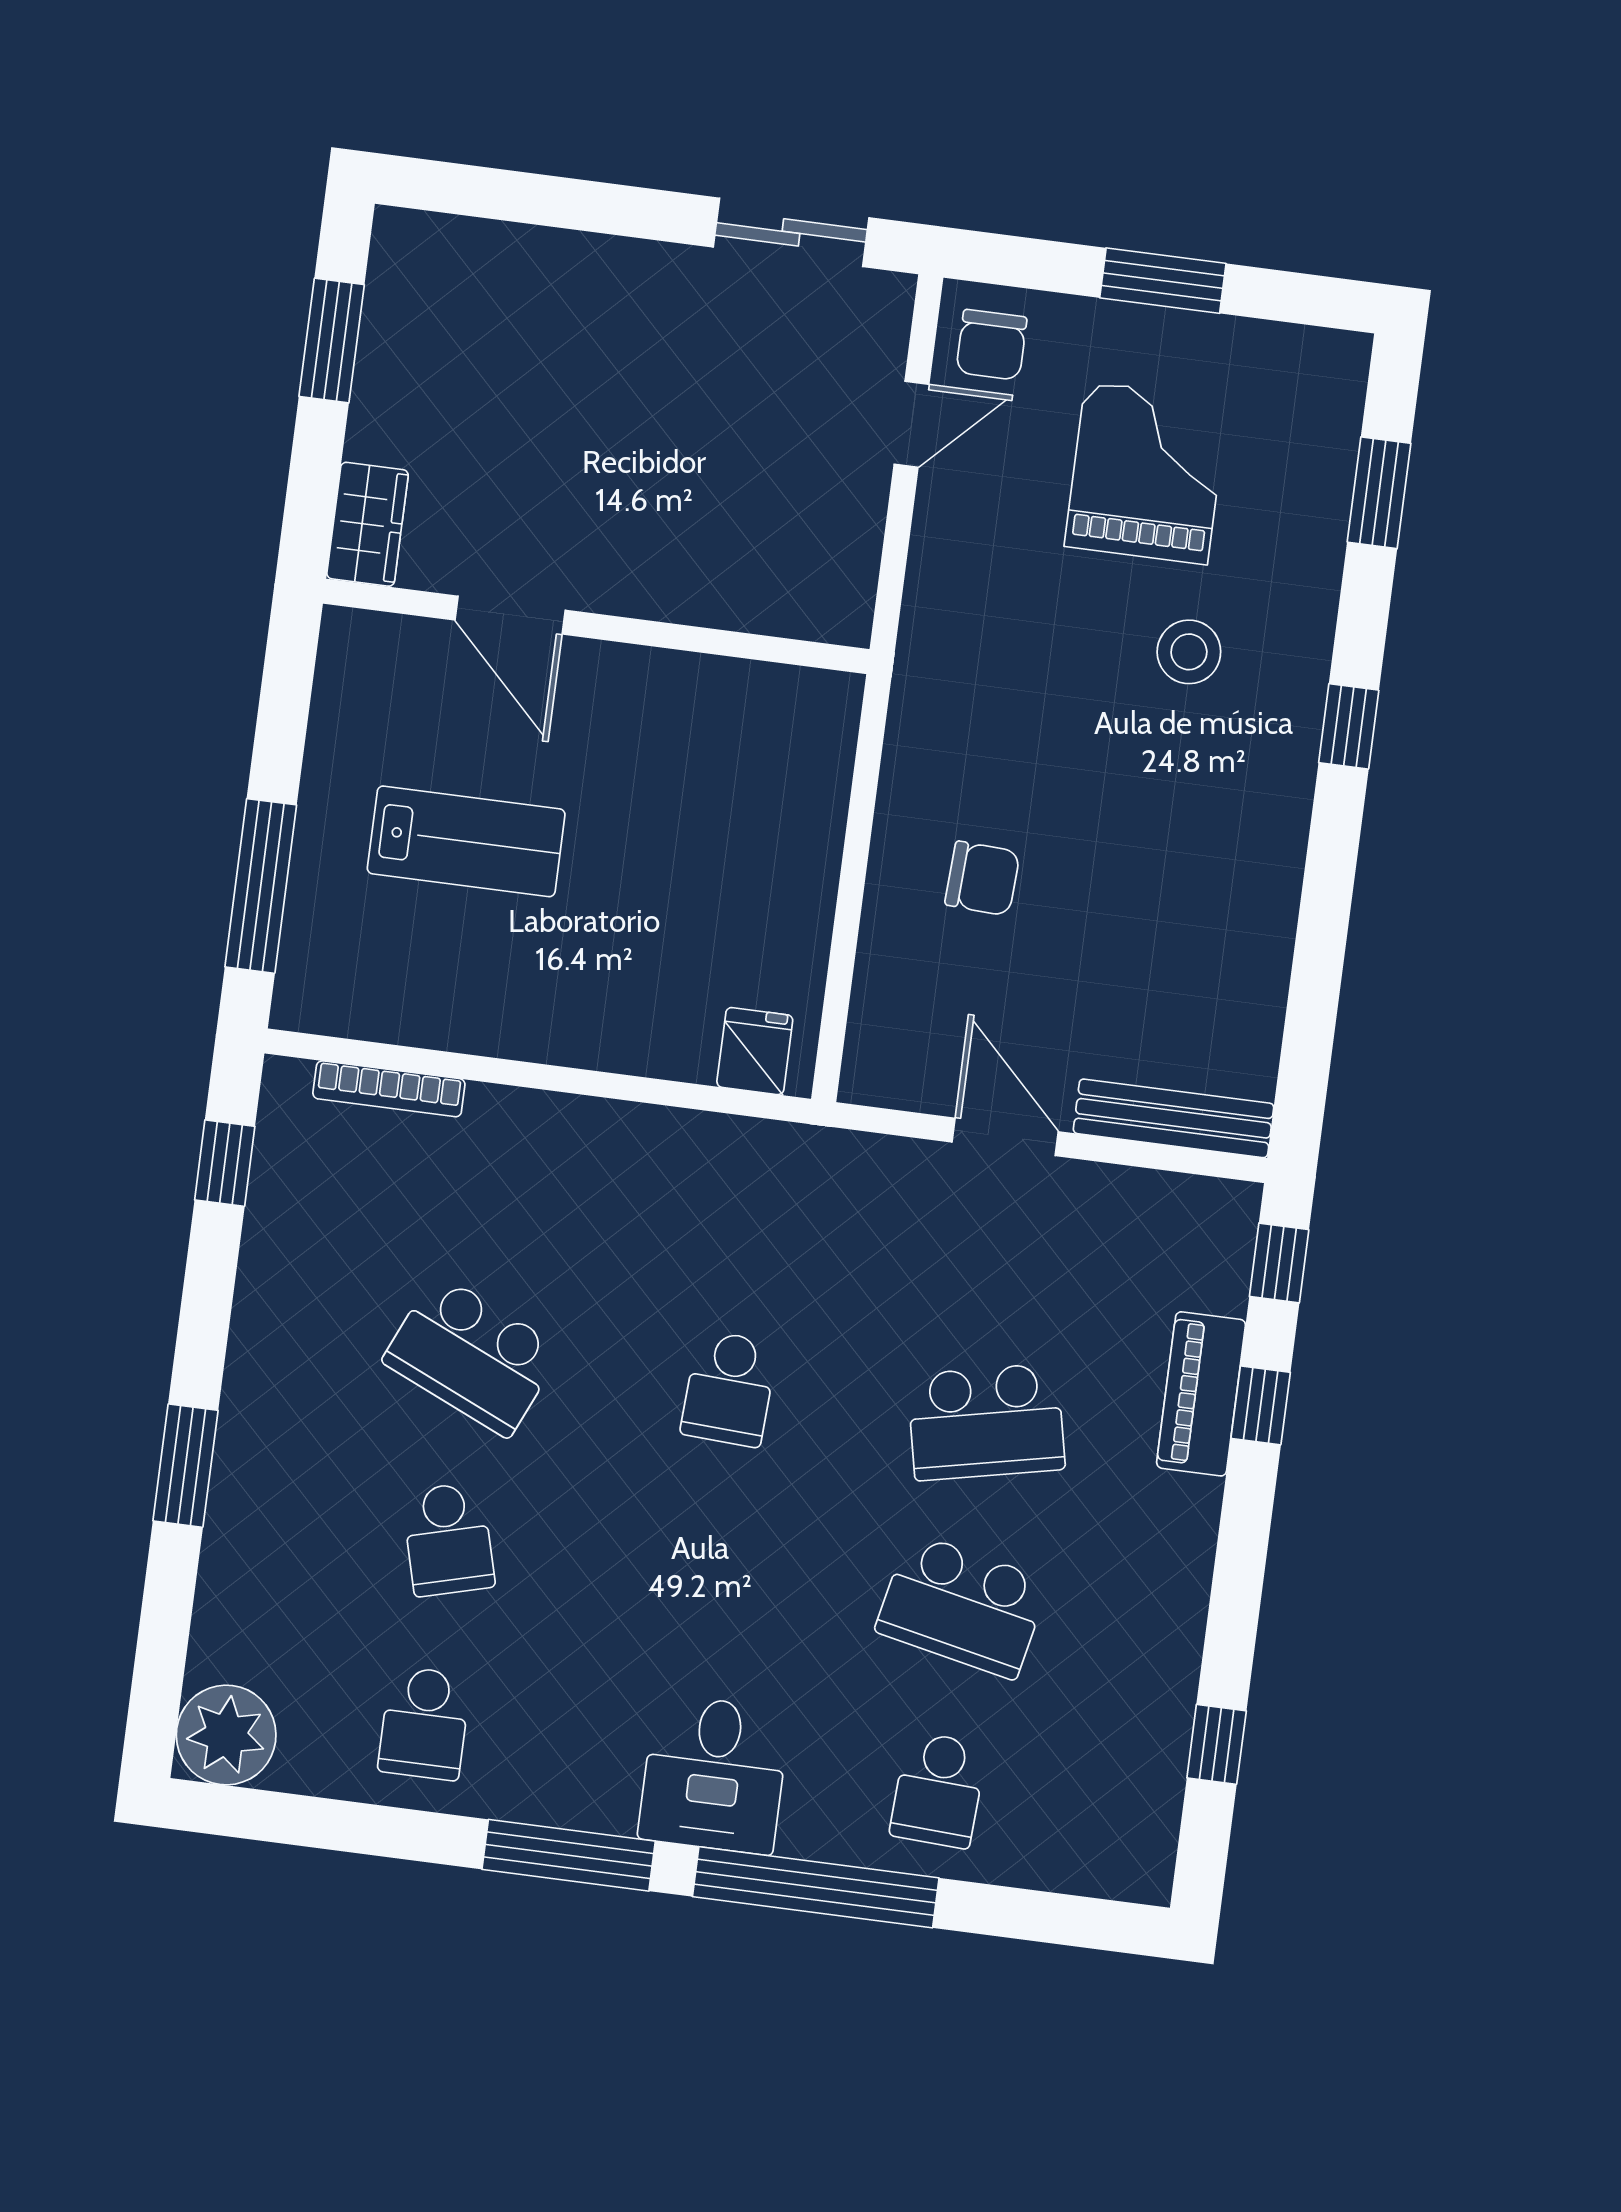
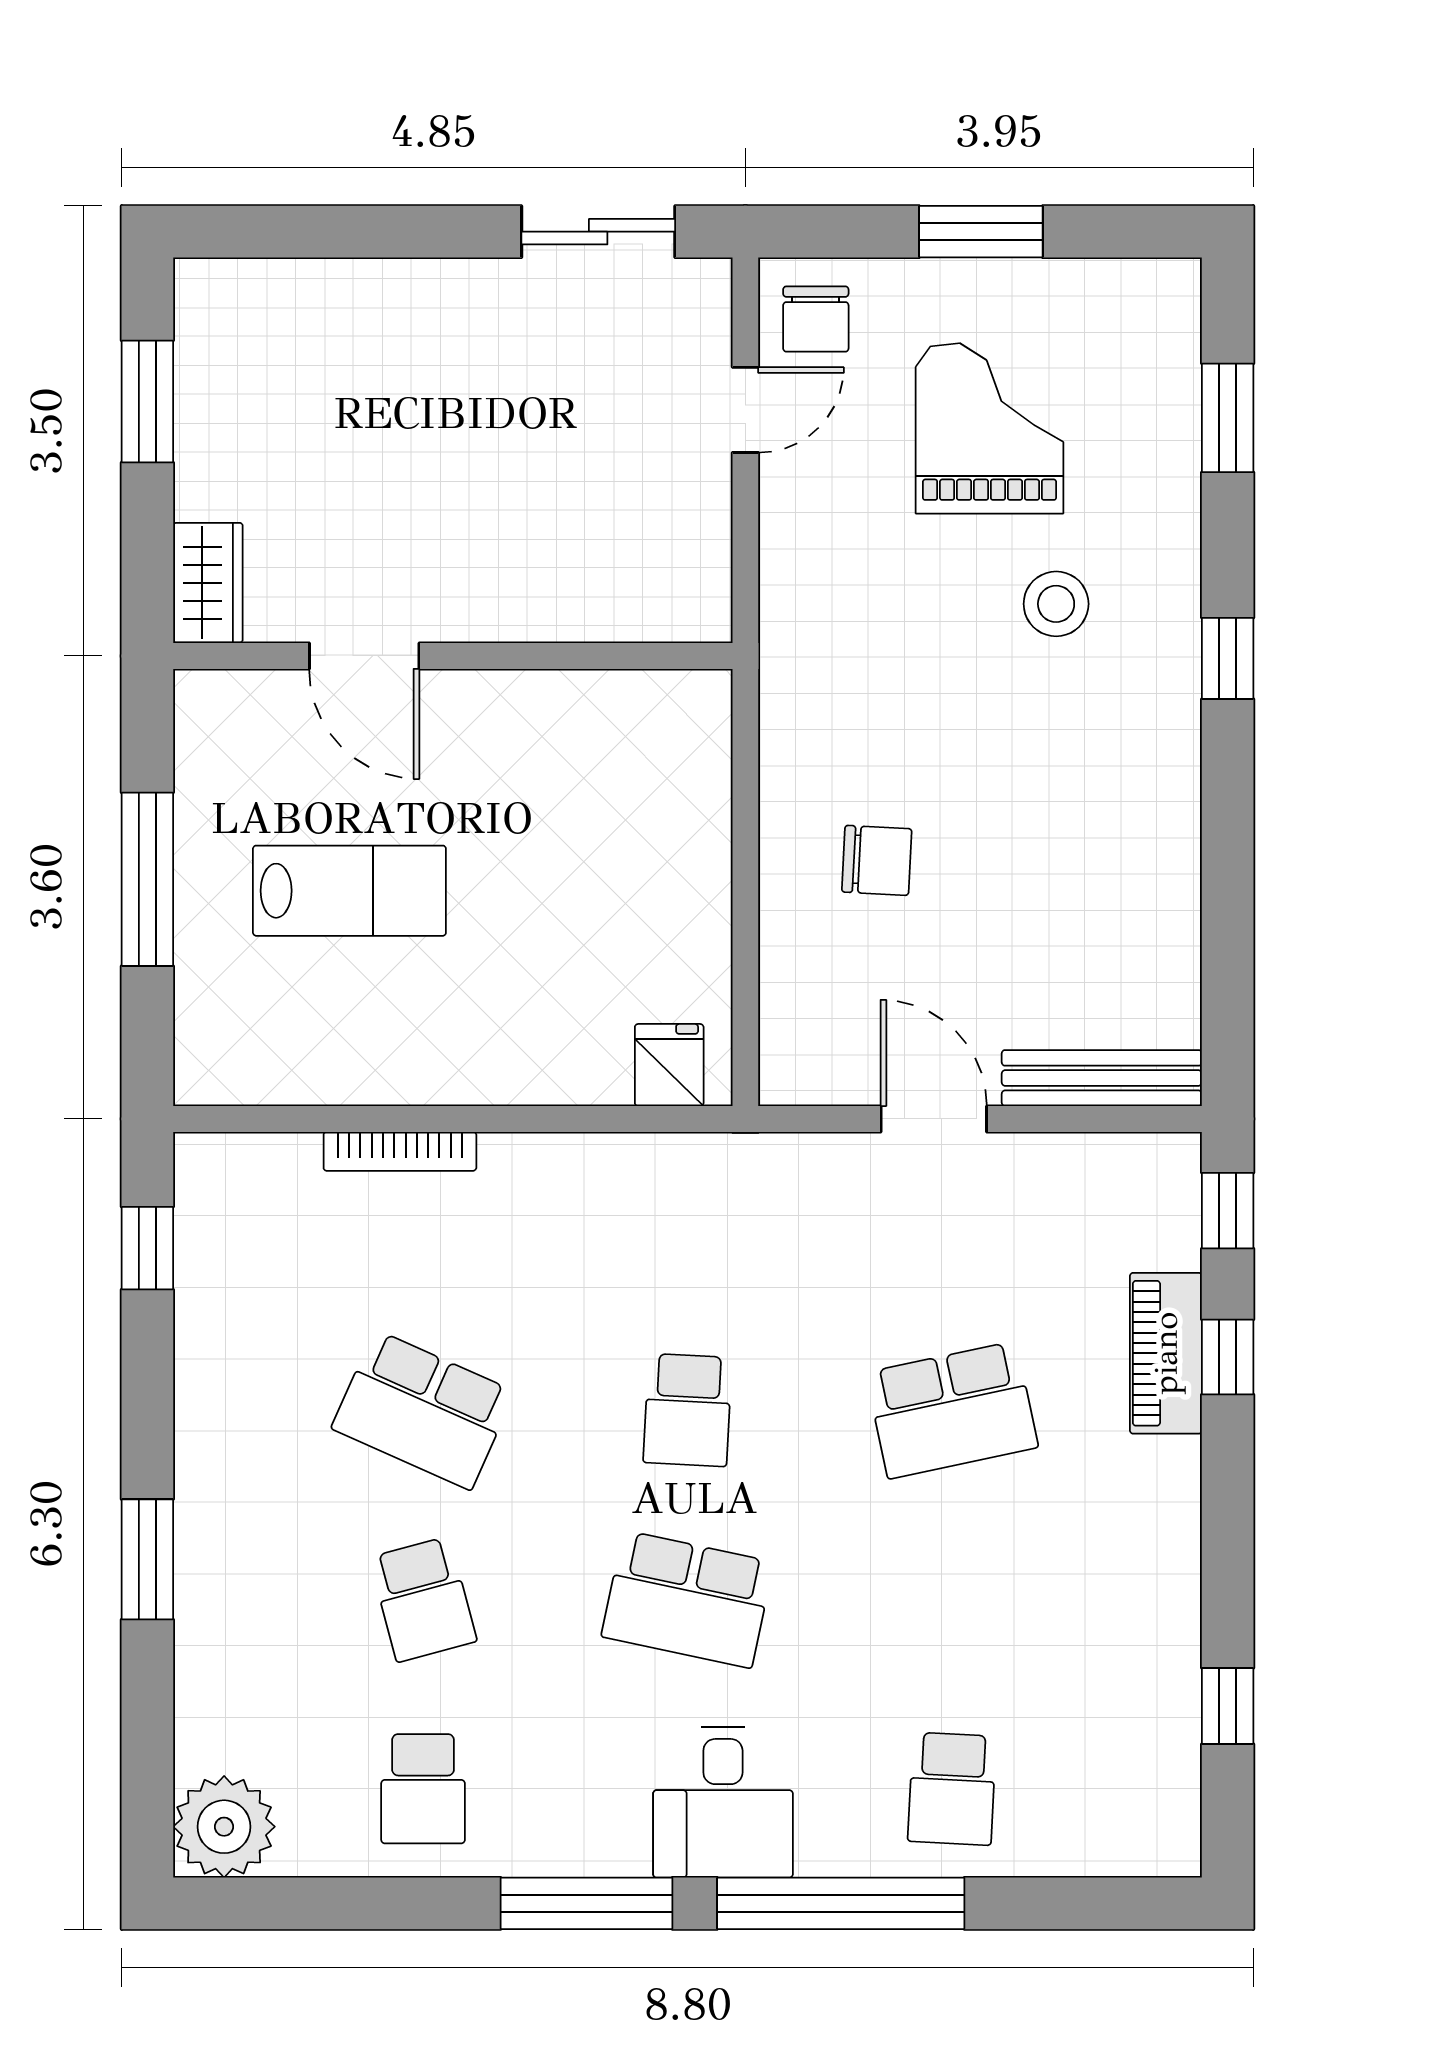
window: (261, 886) -> (147, 879), moved
bookcase: (389, 1089) -> (400, 1151), moved
school desk: (962, 1606) -> (688, 1599), moved

